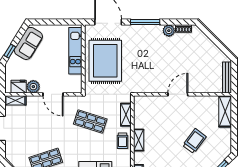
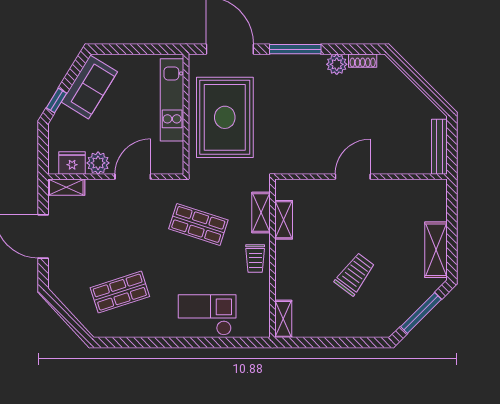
door: (53, 94) -> (133, 177), swing flipped
shelving: (225, 111) -> (436, 250), moved
shelving: (139, 140) -> (284, 220), moved
trolley: (194, 141) -> (355, 274), moved

